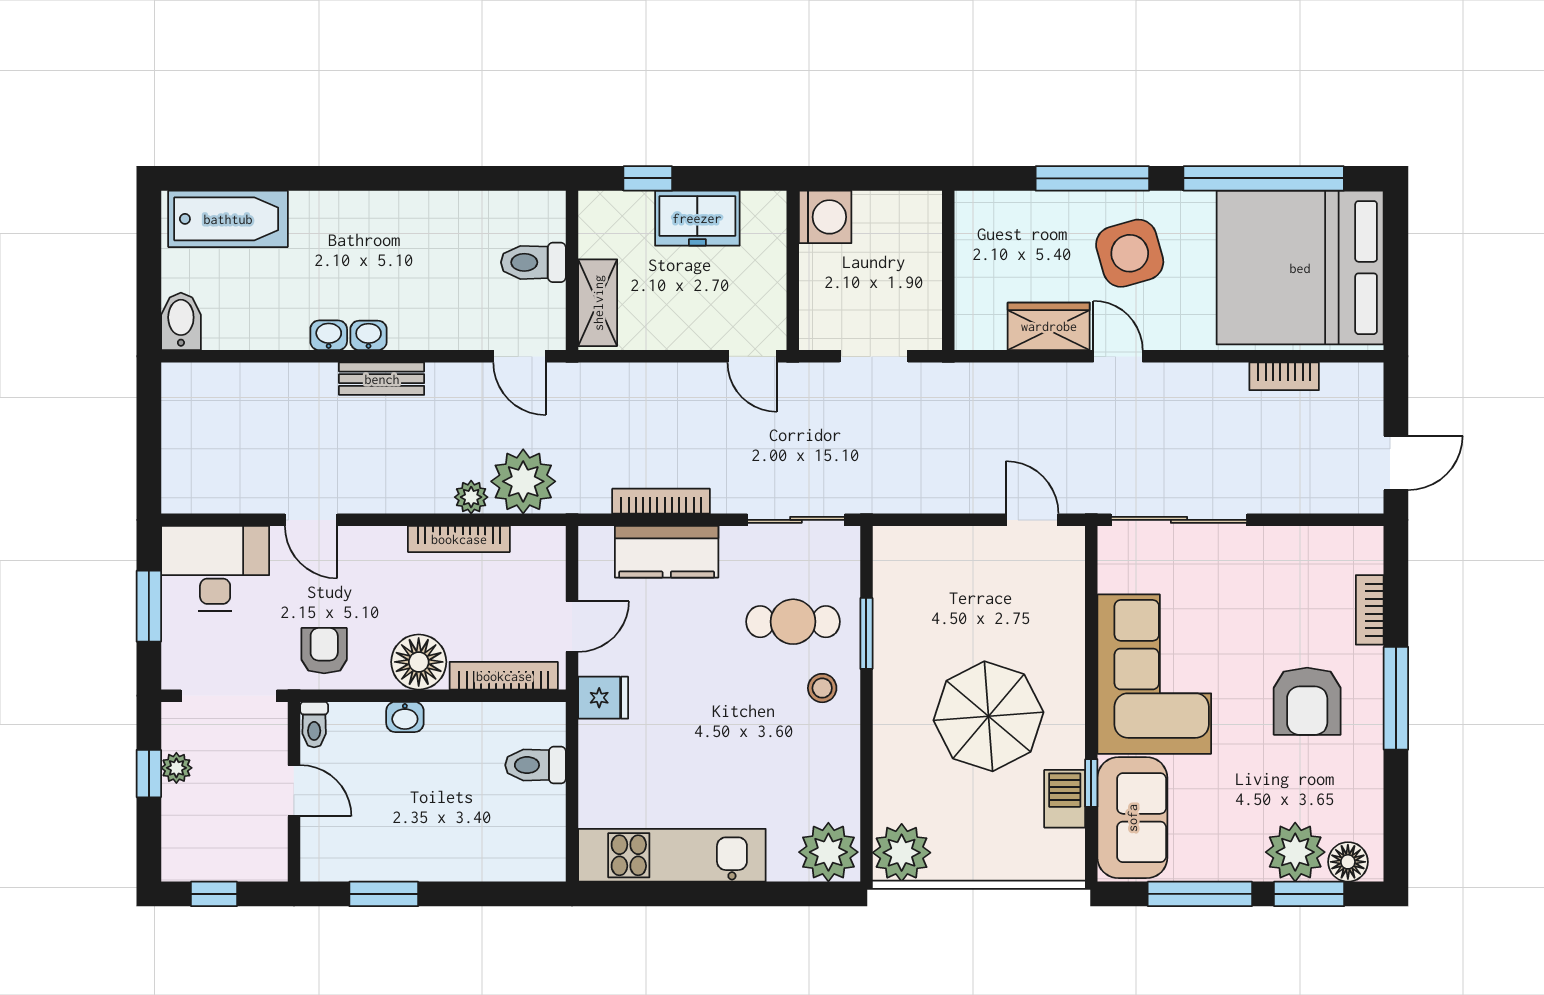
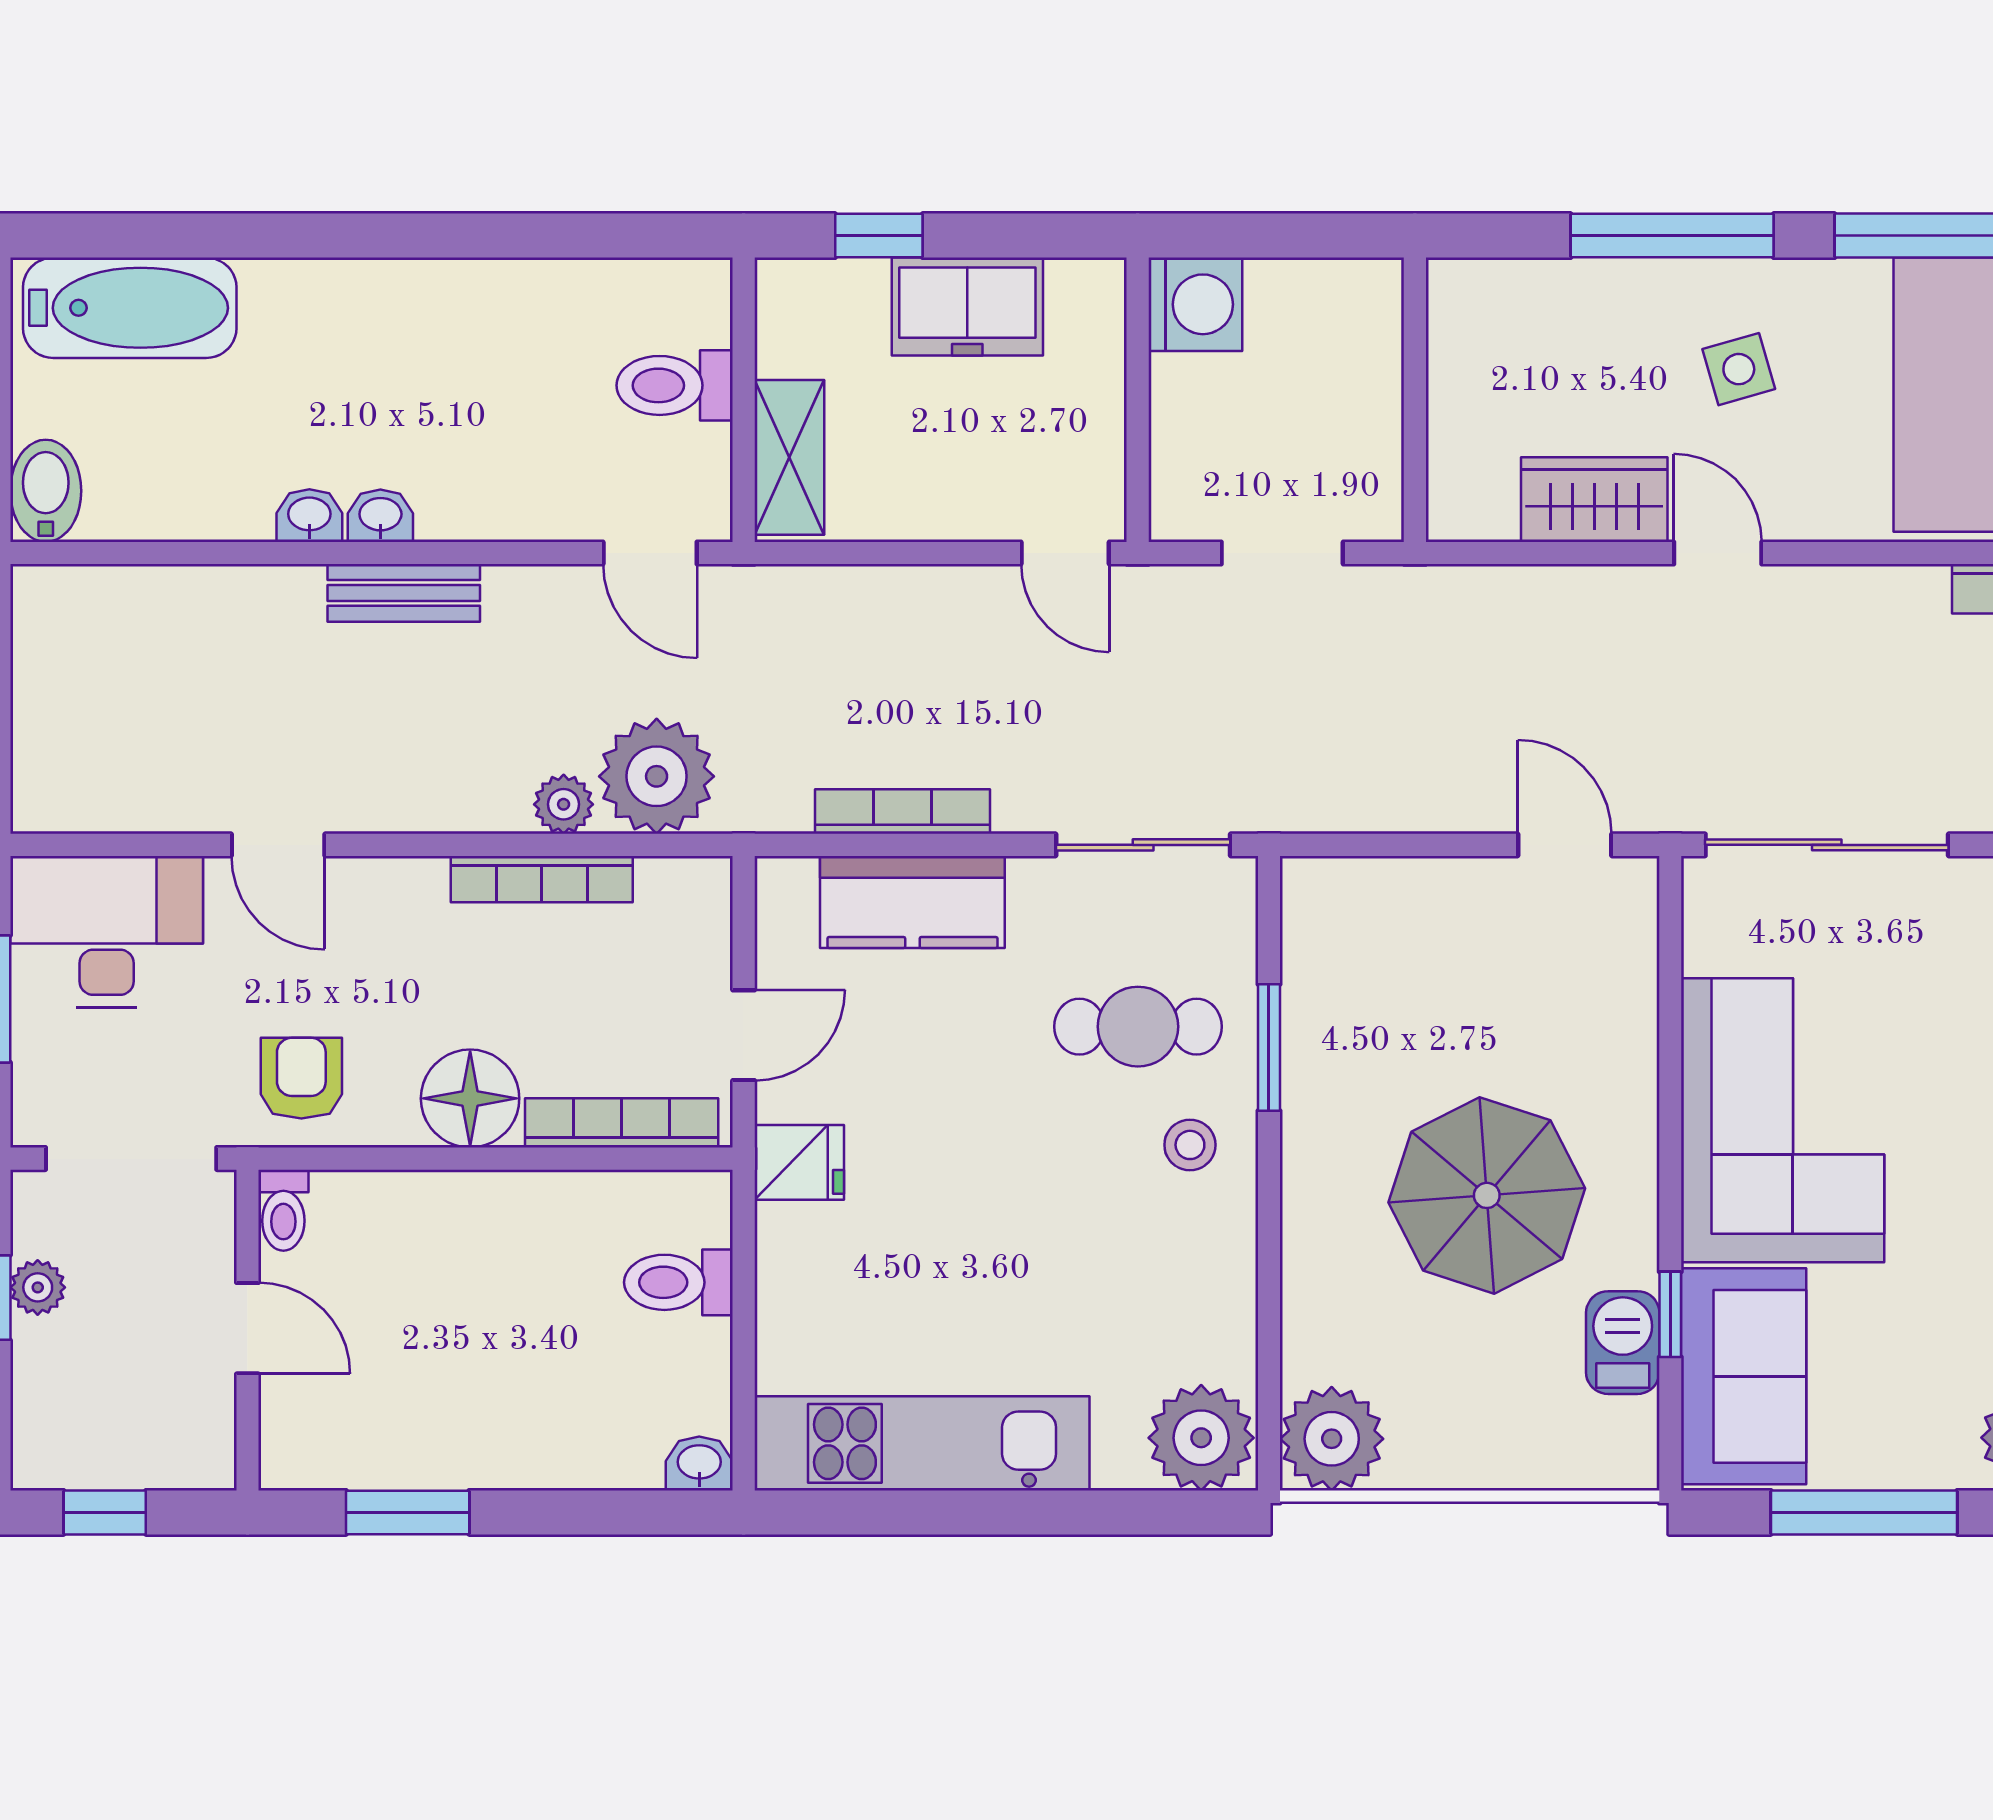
side table: (1130, 253) -> (1739, 369), width x0.54, depth x0.54
washbasin: (405, 717) -> (699, 1463), moved, turned 180

